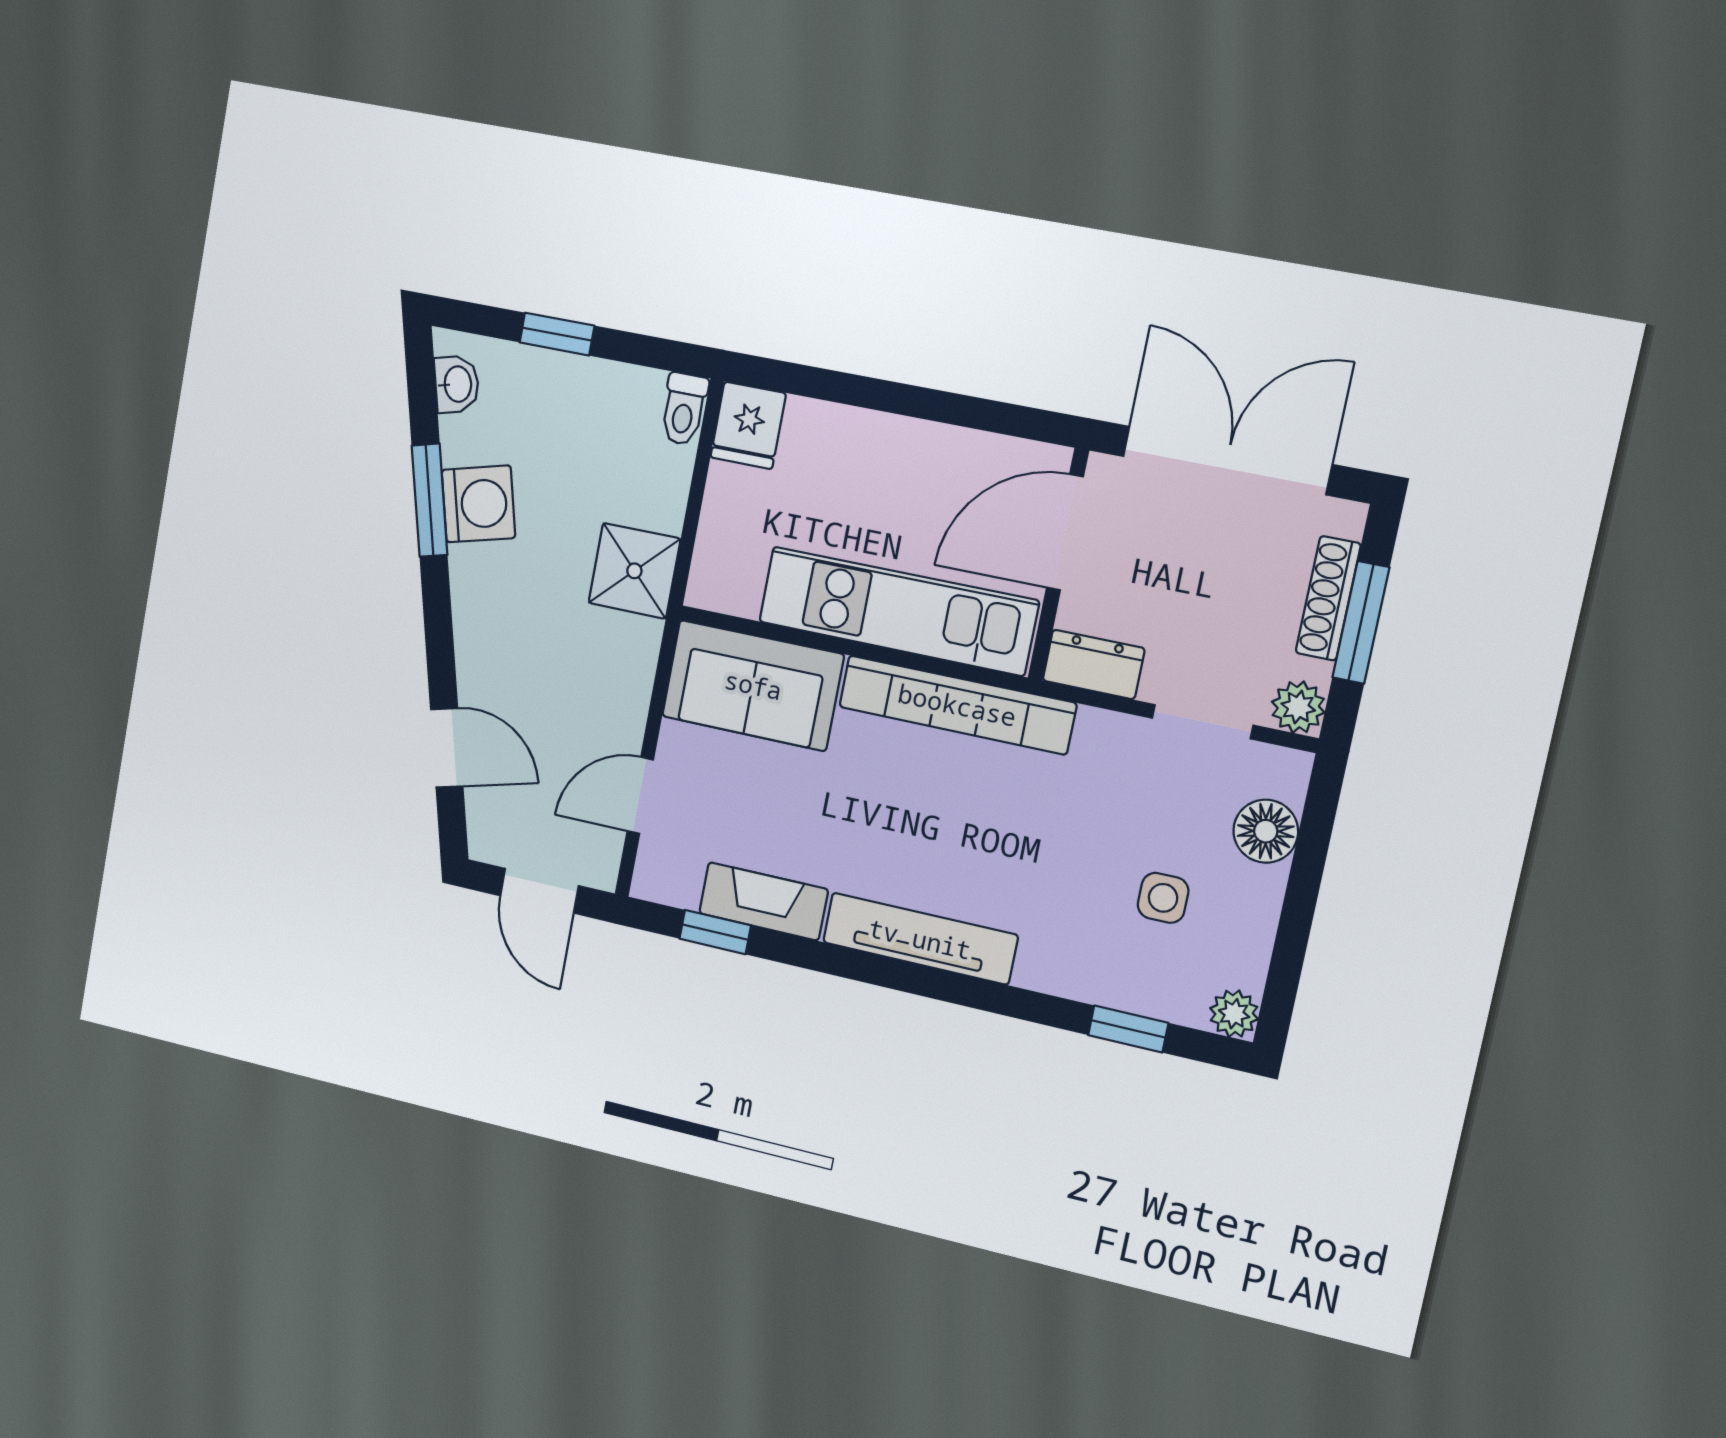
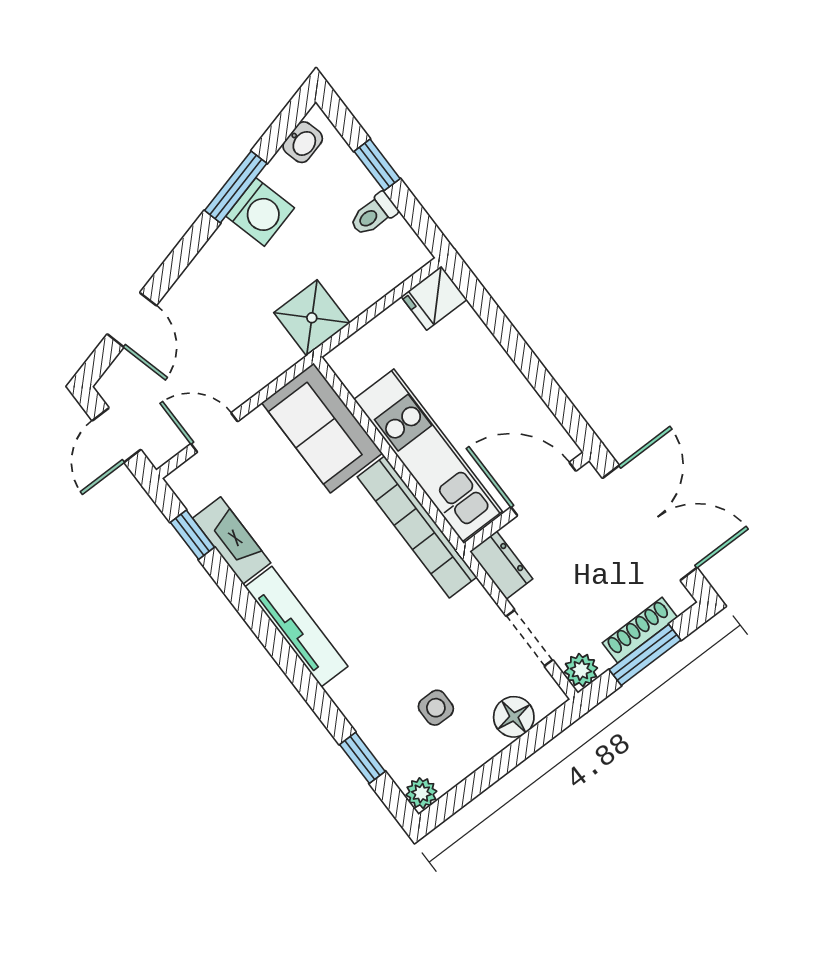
toilet: (684, 409) -> (373, 214), moved

